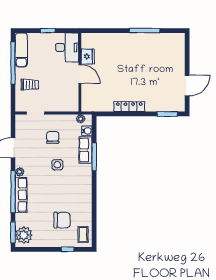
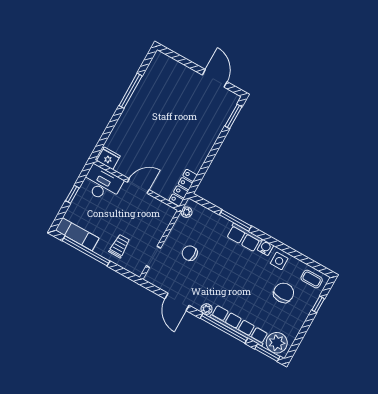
fridge: (88, 56) -> (108, 158), moved
locker: (129, 107) -> (183, 188), moved
water cooler: (87, 131) -> (265, 248), moved
row of seats: (86, 150) -> (244, 237), moved
side table: (57, 165) -> (279, 261), moved
row of seats: (21, 195) -> (239, 325), width x1.36

